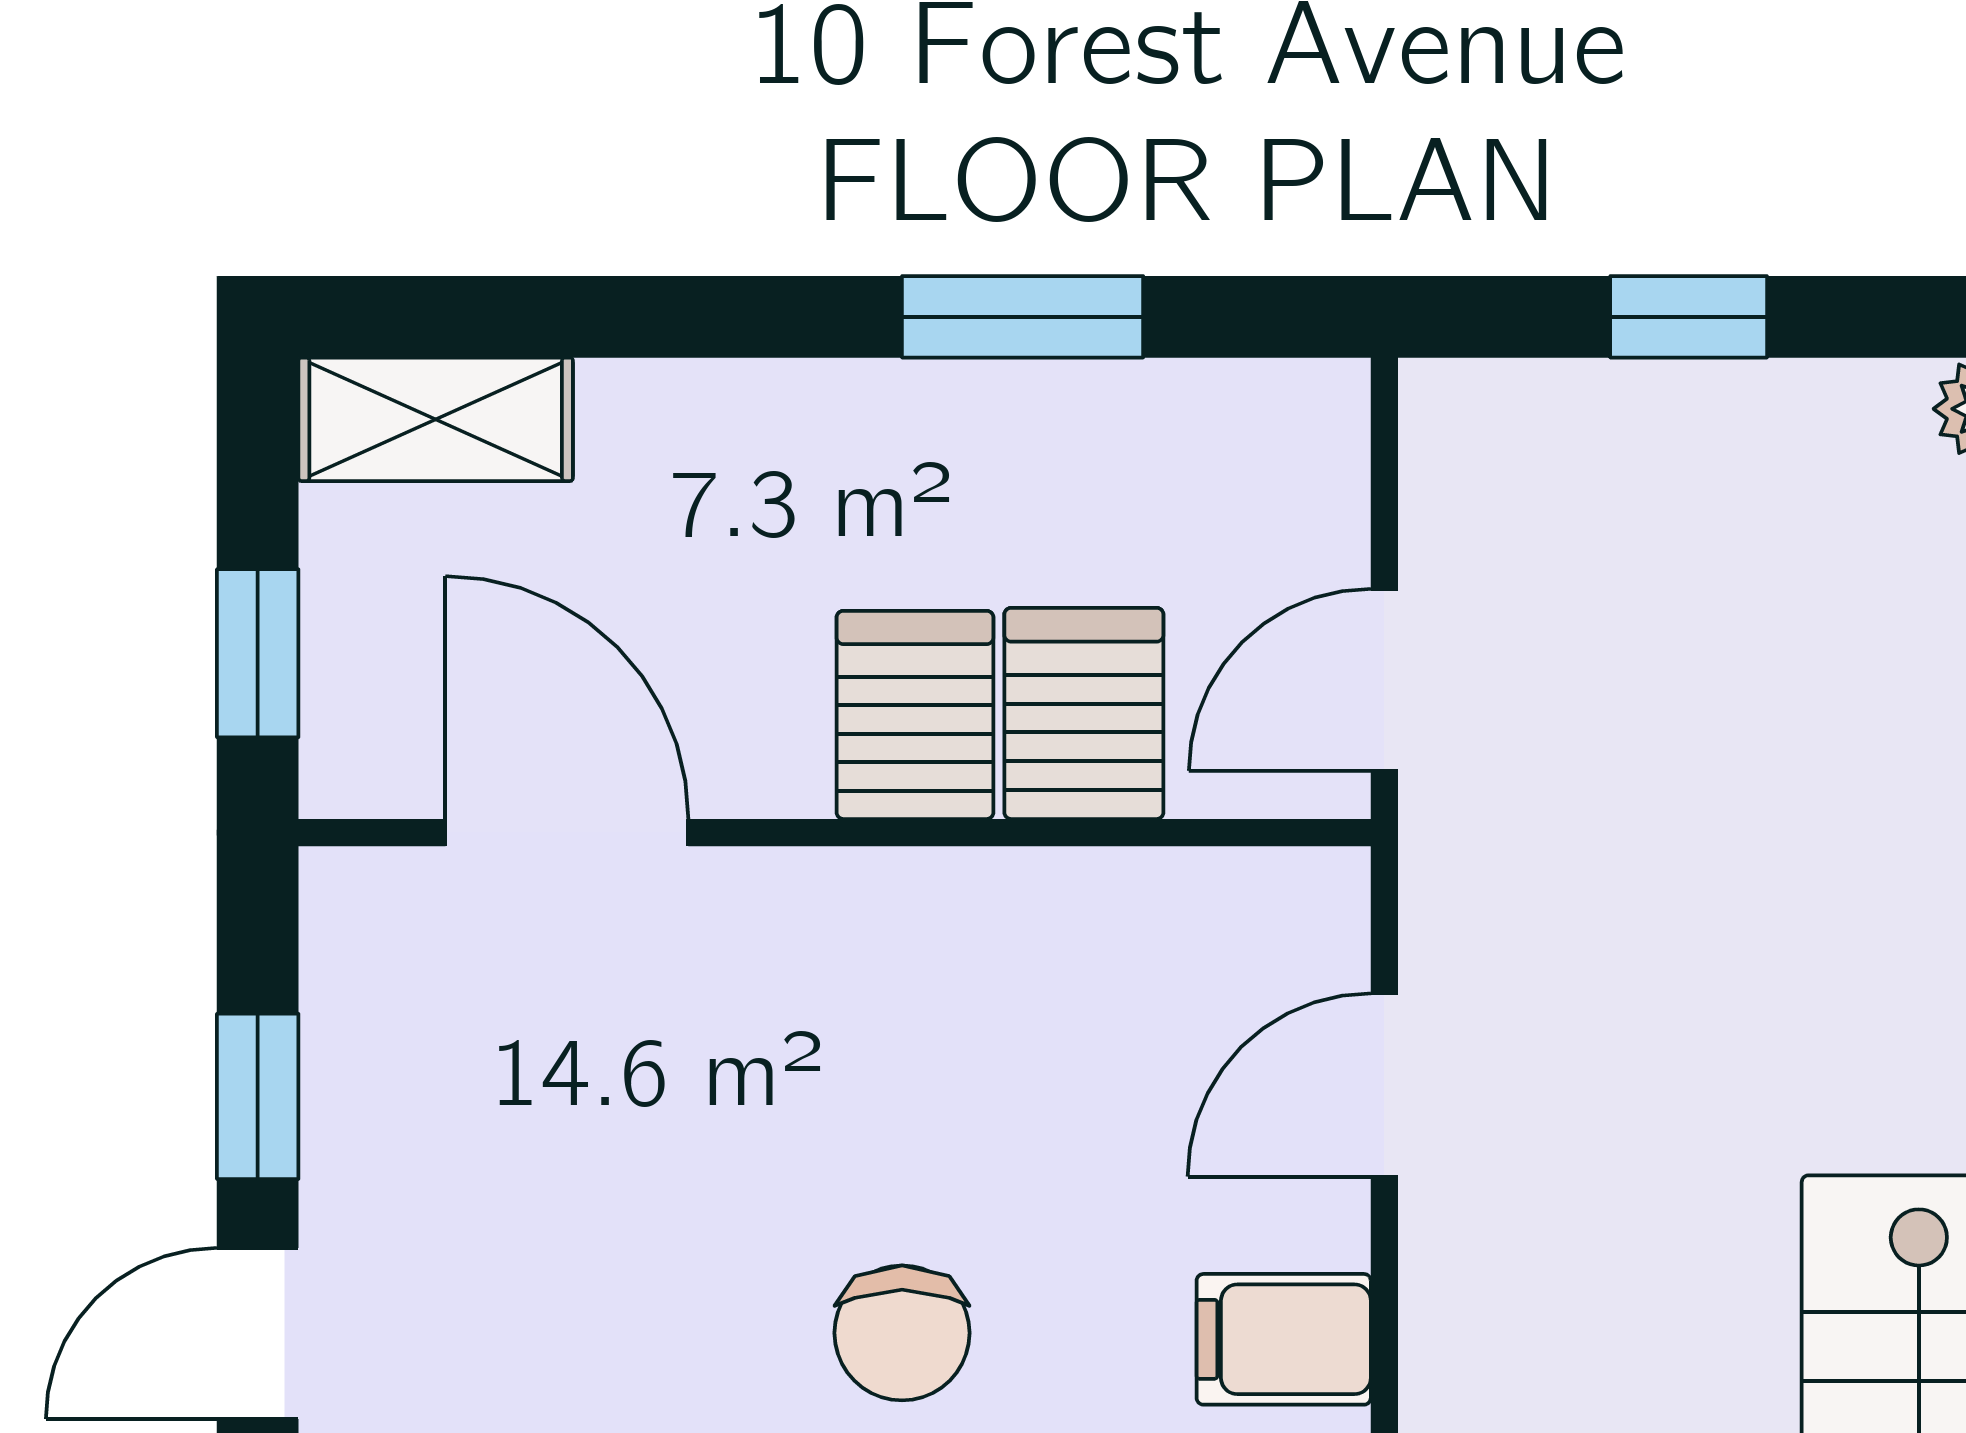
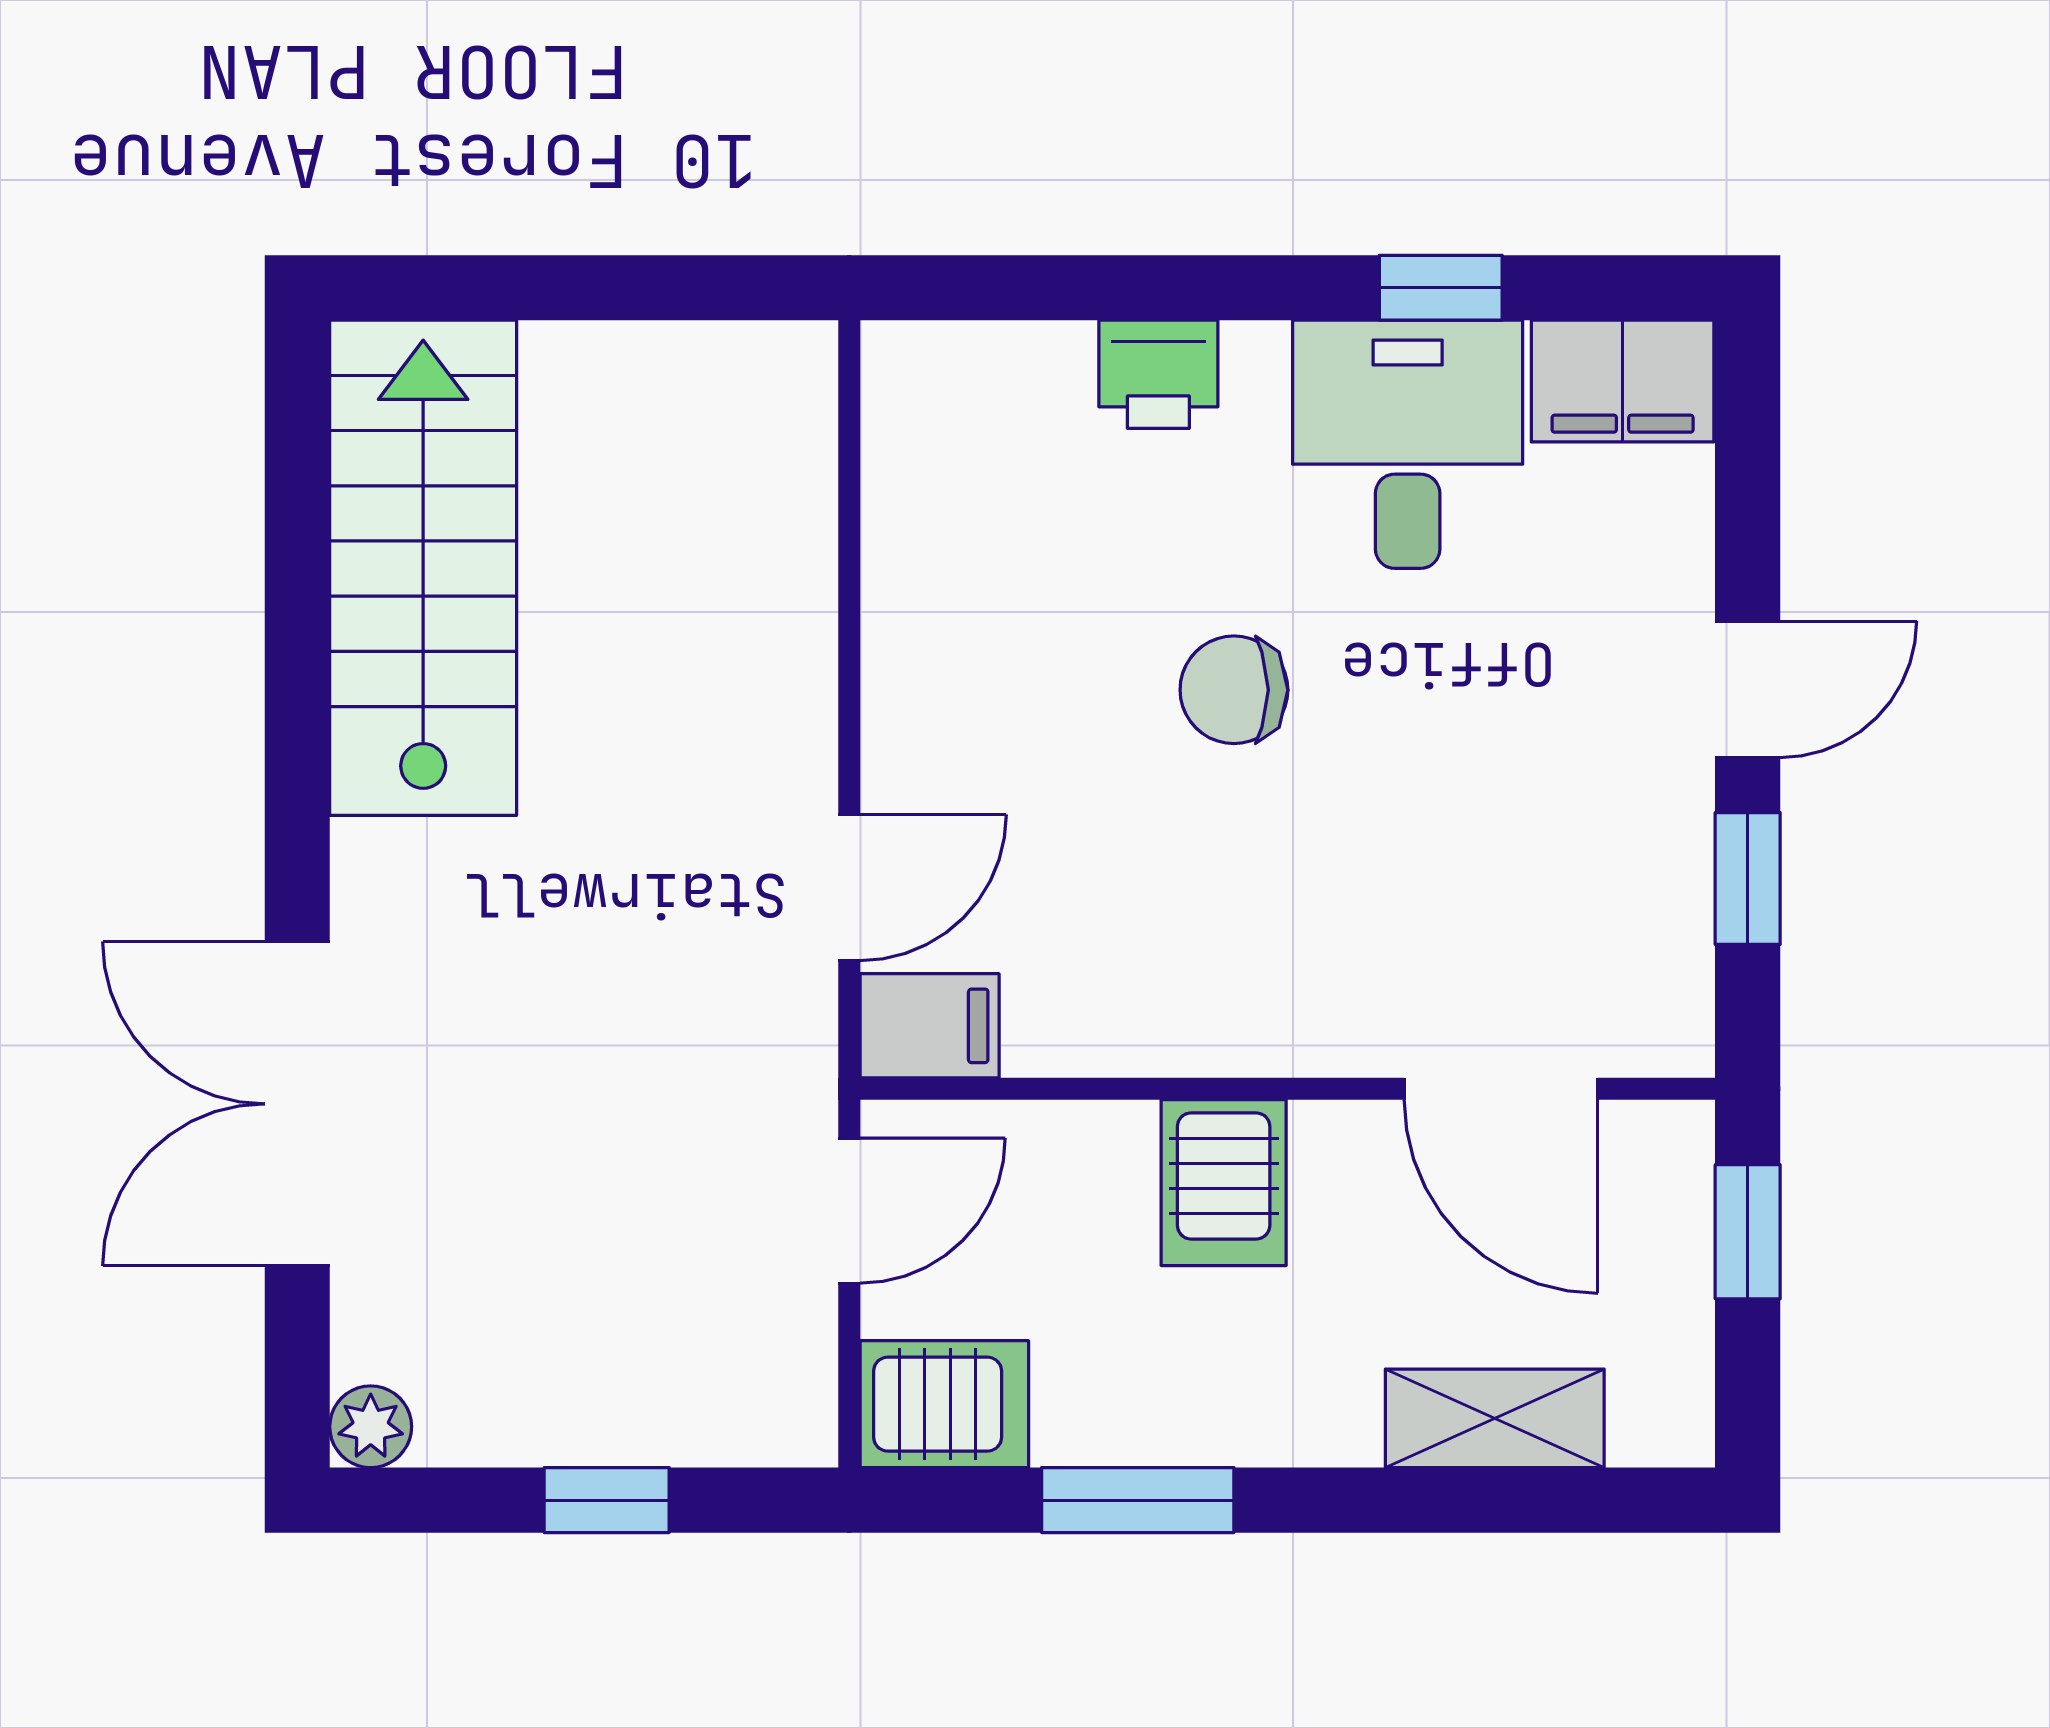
shelving: (436, 419) -> (1495, 1418), moved
server rack: (1084, 713) -> (944, 1404), moved, turned -90
chair: (902, 1333) -> (1234, 690), turned -90
filing cabinet: (1284, 1339) -> (930, 1026), moved

